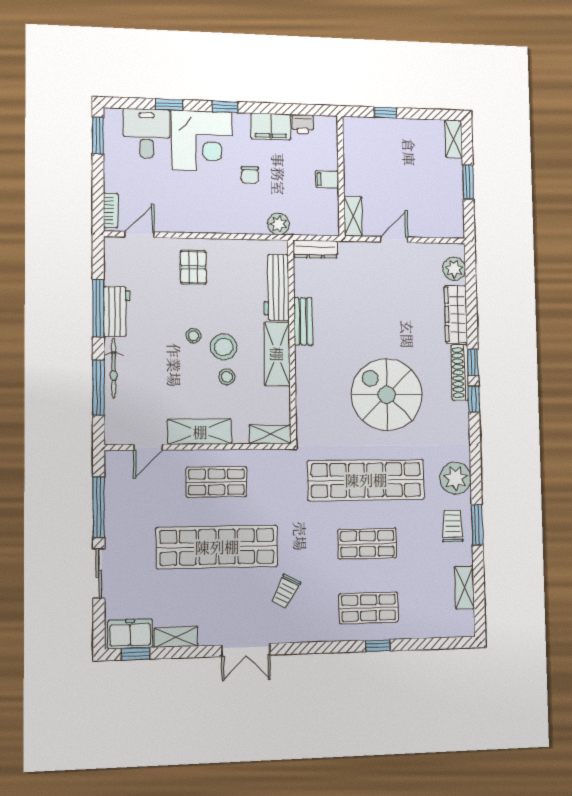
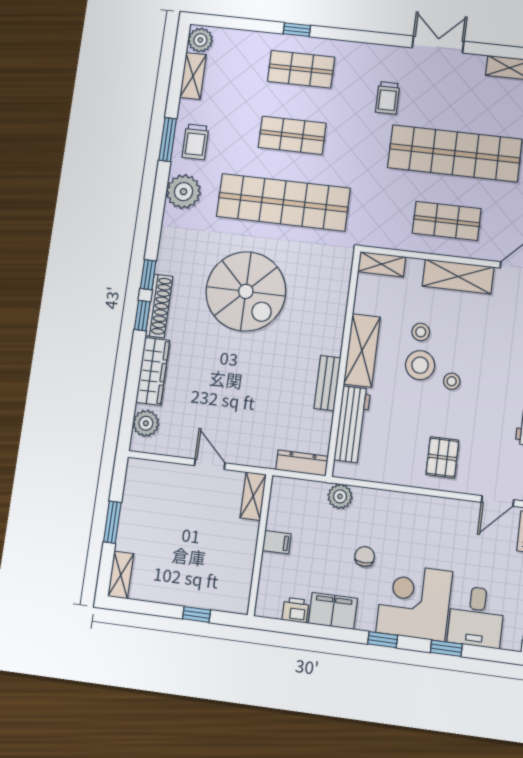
door: (394, 240) -> (210, 464), swing flipped
trolley: (286, 591) -> (388, 98), turned 152
plant: (464, 623) -> (200, 40), added

